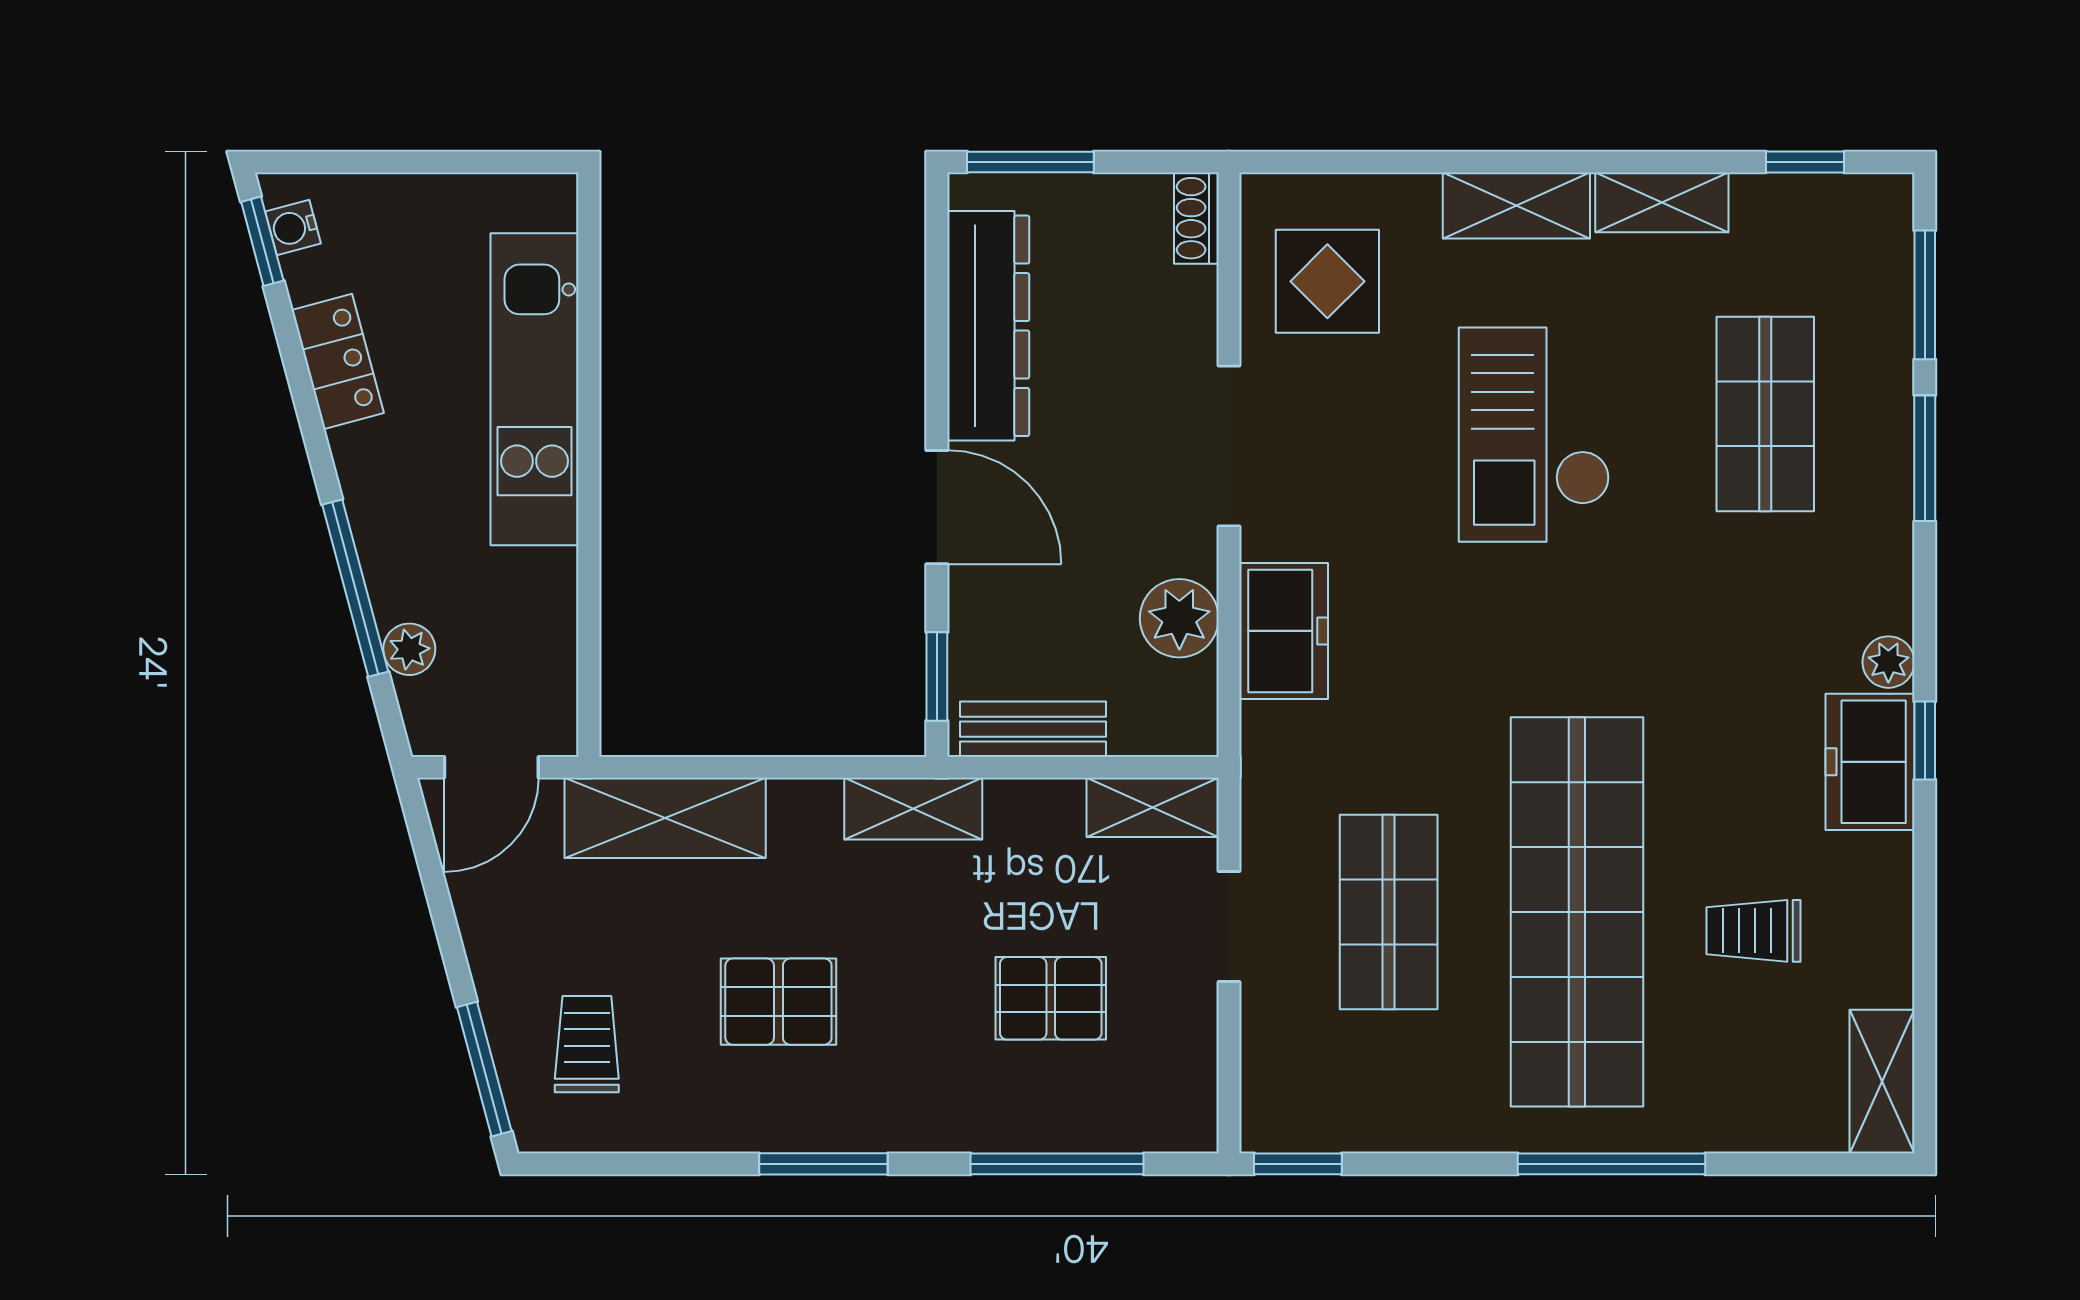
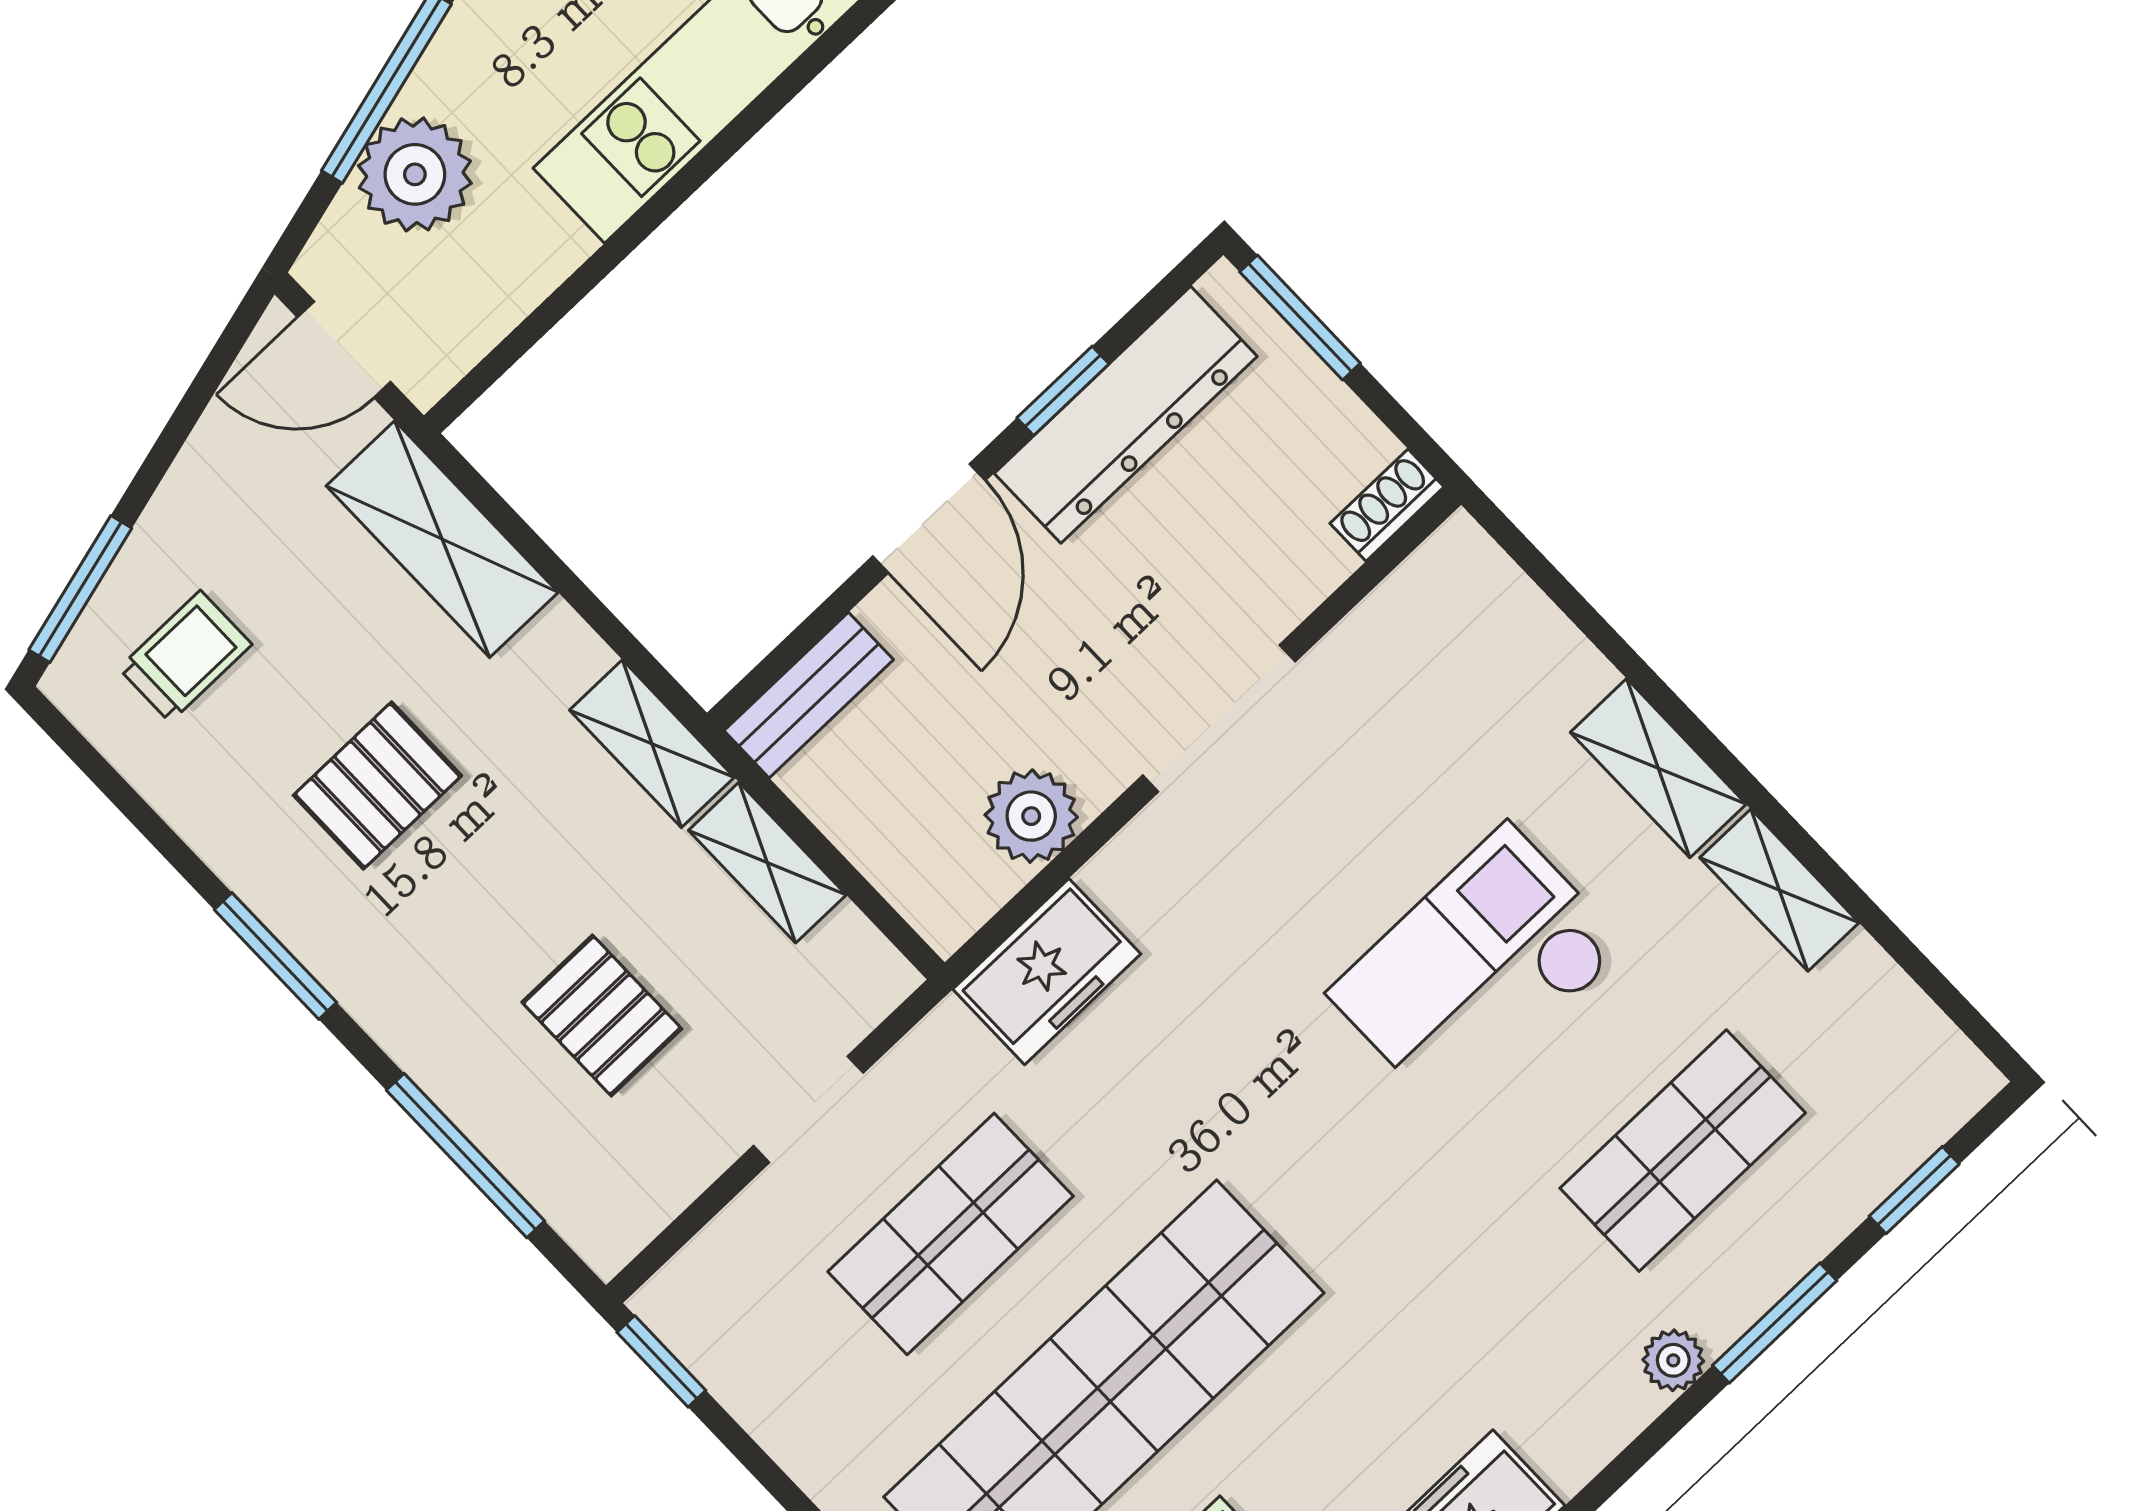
window: (1805, 162) -> (1930, 979), removed
display table: (1327, 281) -> (1440, 668), removed
window: (1925, 295) -> (1914, 1190), width x0.67
freezer: (1284, 631) -> (1047, 972), moved
plant: (409, 649) -> (415, 174), width x1.87, depth x1.87
plant: (1888, 662) -> (1673, 1360), moved
window: (937, 677) -> (1063, 391), moved
bench: (1033, 729) -> (809, 695), moved, turned 90
shelving: (1153, 807) -> (767, 863), moved
pallet: (778, 1002) -> (377, 785), turned 90

